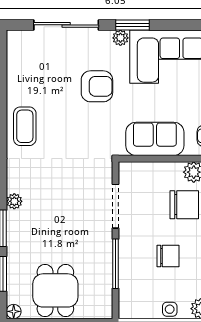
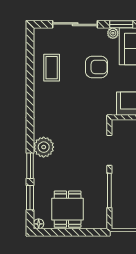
coffee table: (25, 126) -> (52, 68), moved
plant: (14, 201) -> (44, 147), width x1.88, depth x1.88

